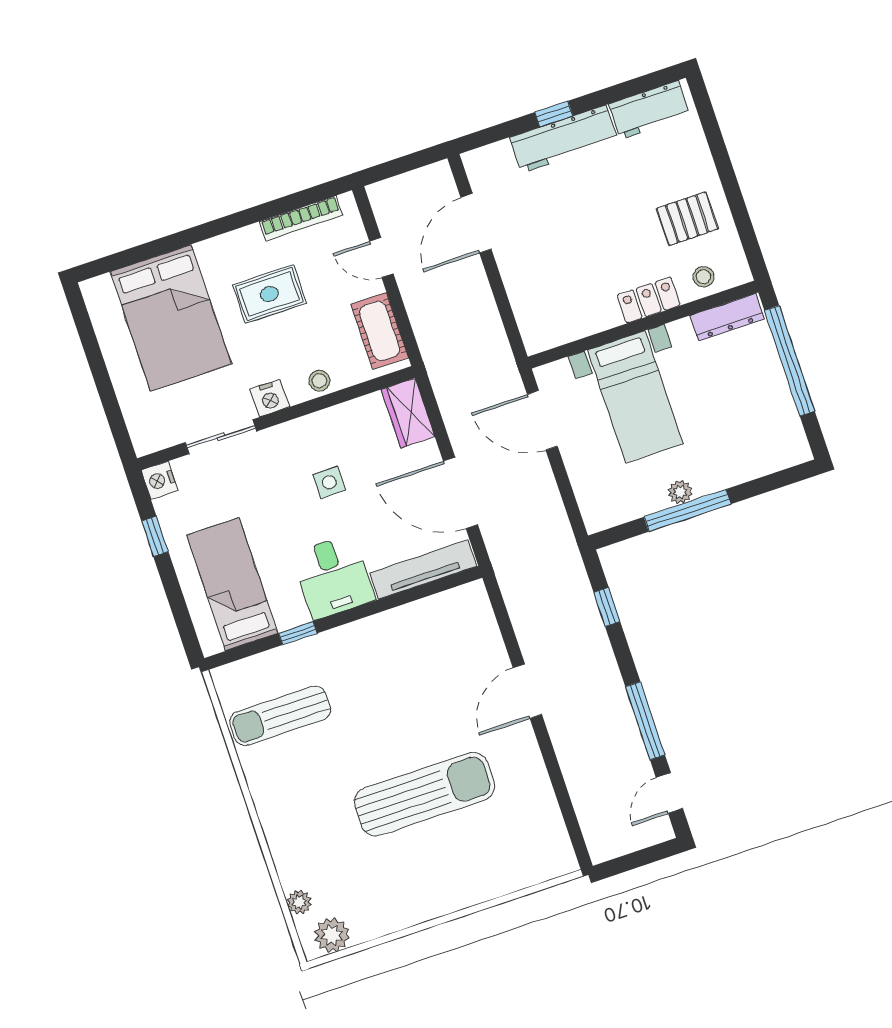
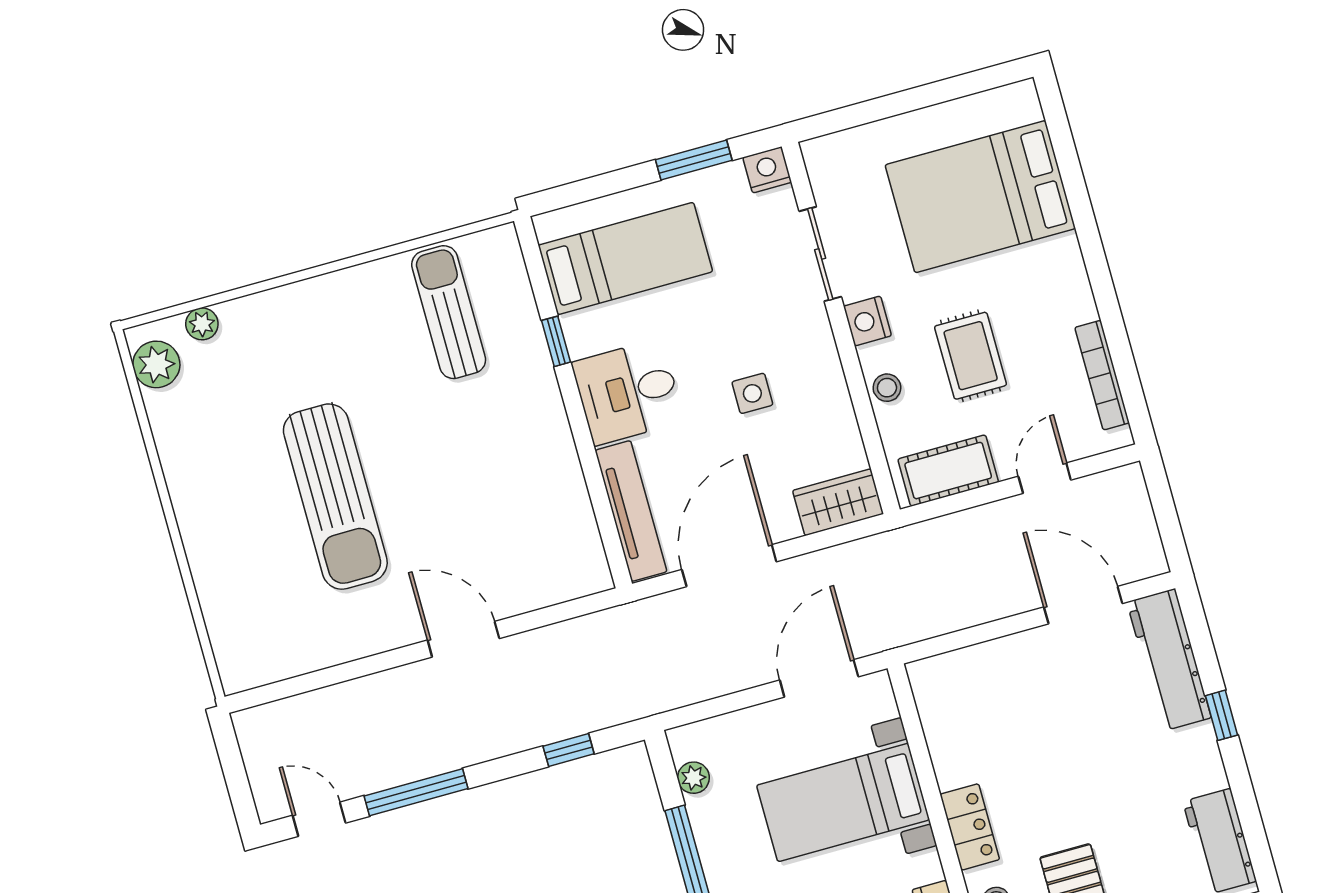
workbench: (564, 139) -> (1169, 660), moved
rug: (269, 294) -> (971, 356), moved
plant: (680, 492) -> (693, 778), moved
window: (155, 536) -> (694, 160), width x1.50

